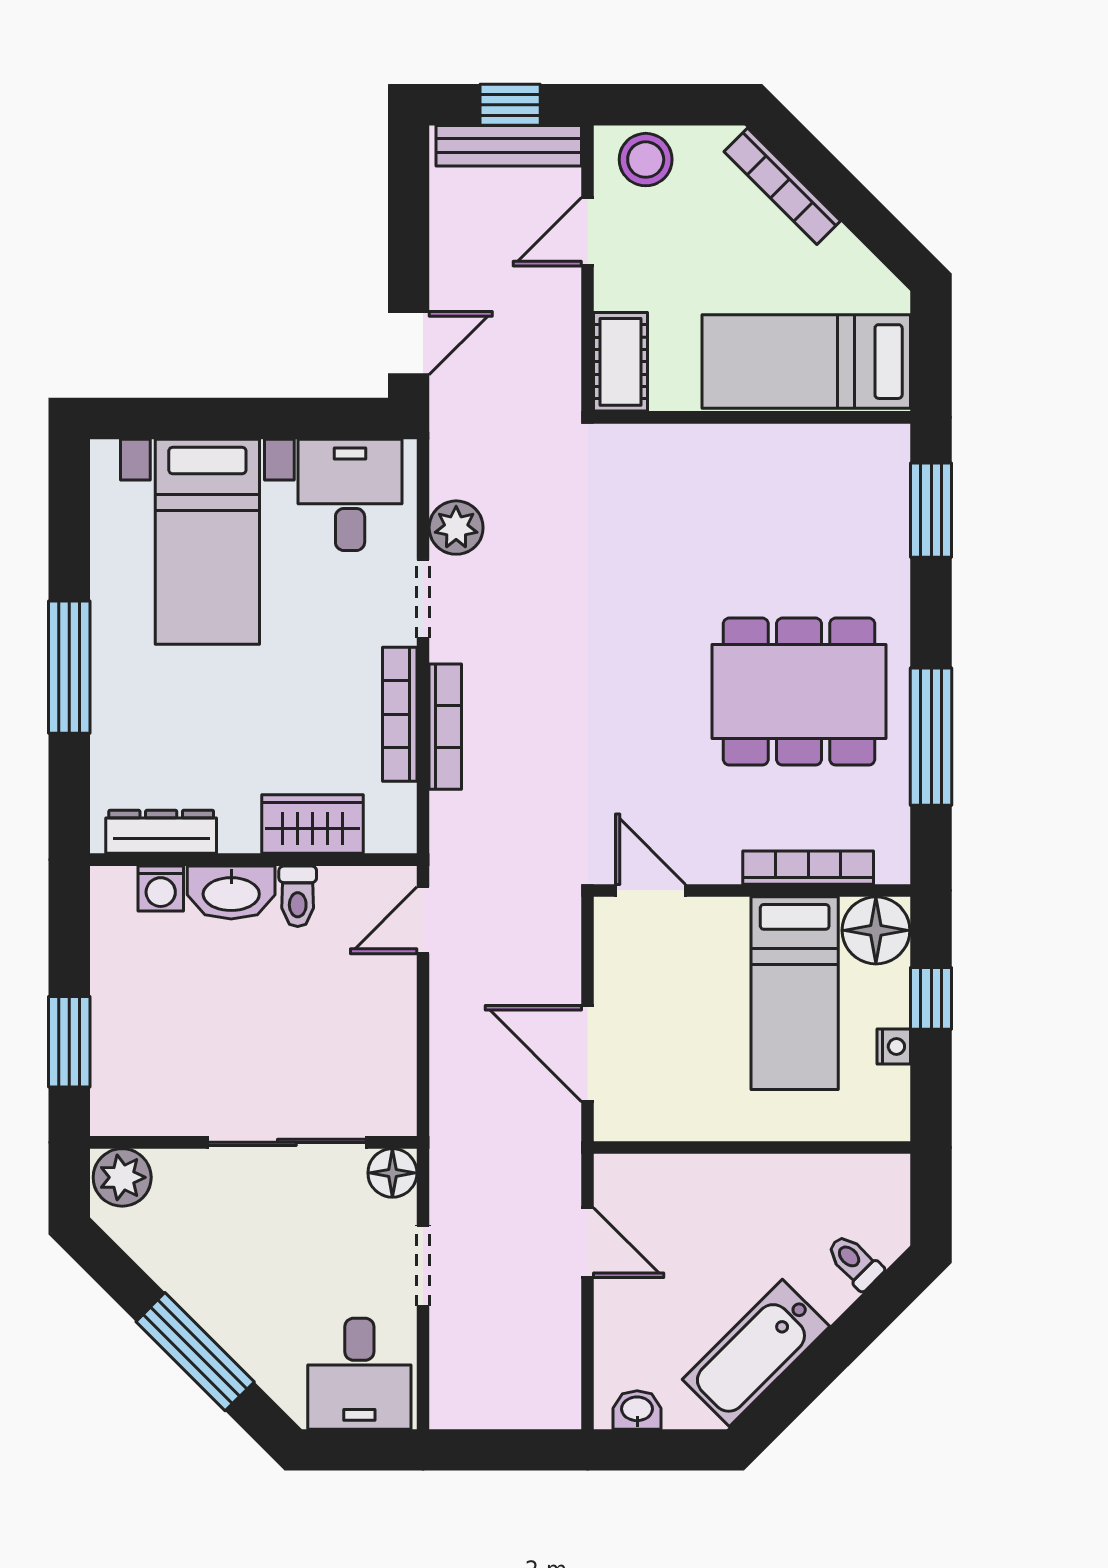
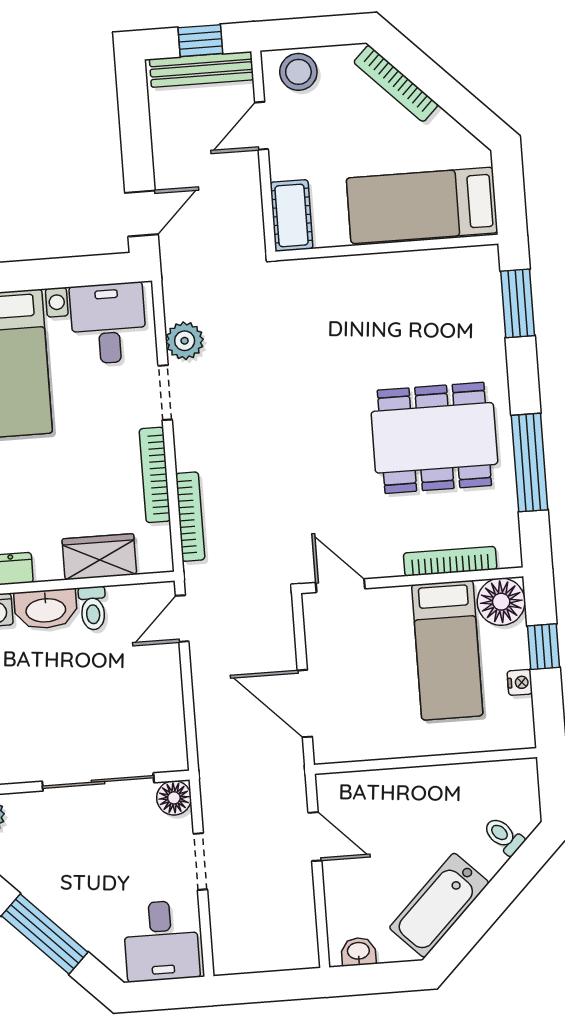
bookcase: (445, 727) -> (190, 517), moved

